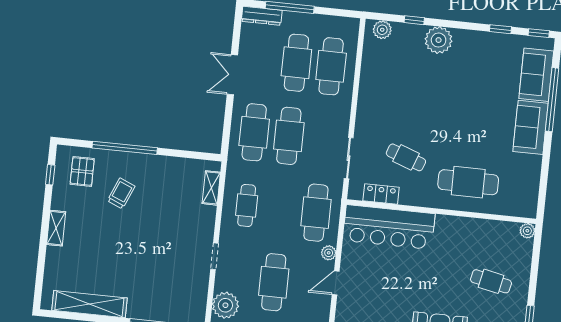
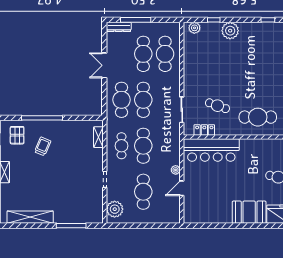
cafe table: (316, 213) -> (143, 146), moved

